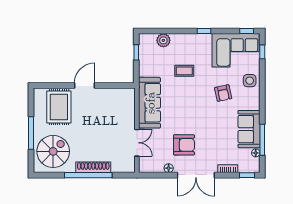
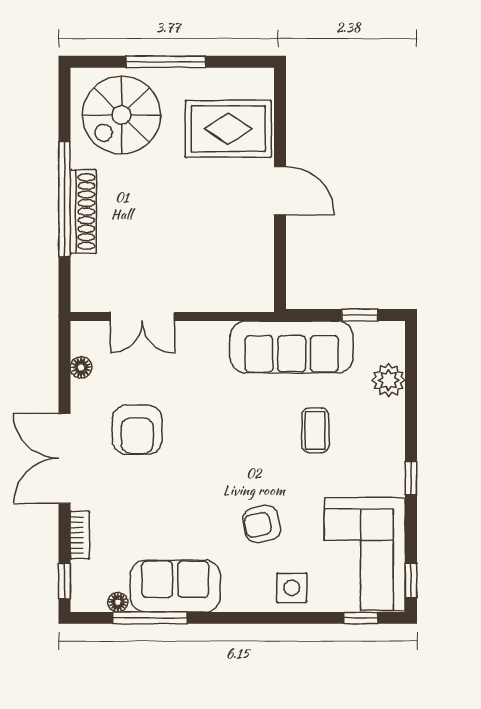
sofa: (150, 103) -> (292, 347), moved
spiral stairs: (53, 151) -> (121, 115), turned 90
floor lamp: (169, 168) -> (81, 367), moved

